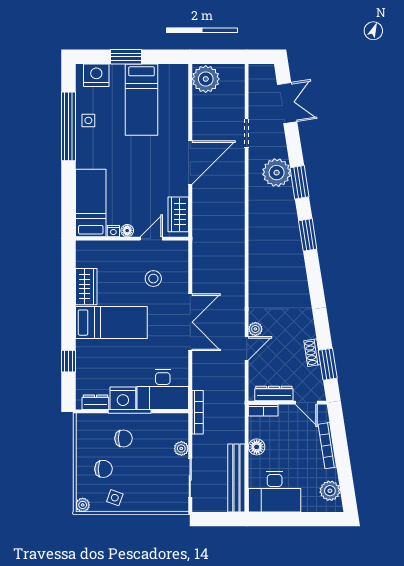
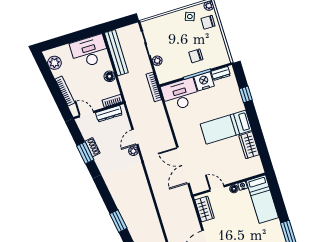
door: (151, 239) -> (217, 188), swing flipped
stool: (153, 279) -> (208, 163), removed
double door: (190, 322) -> (183, 165), moved
window: (328, 364) -> (85, 153), moved
chair: (104, 469) -> (208, 22), moved

